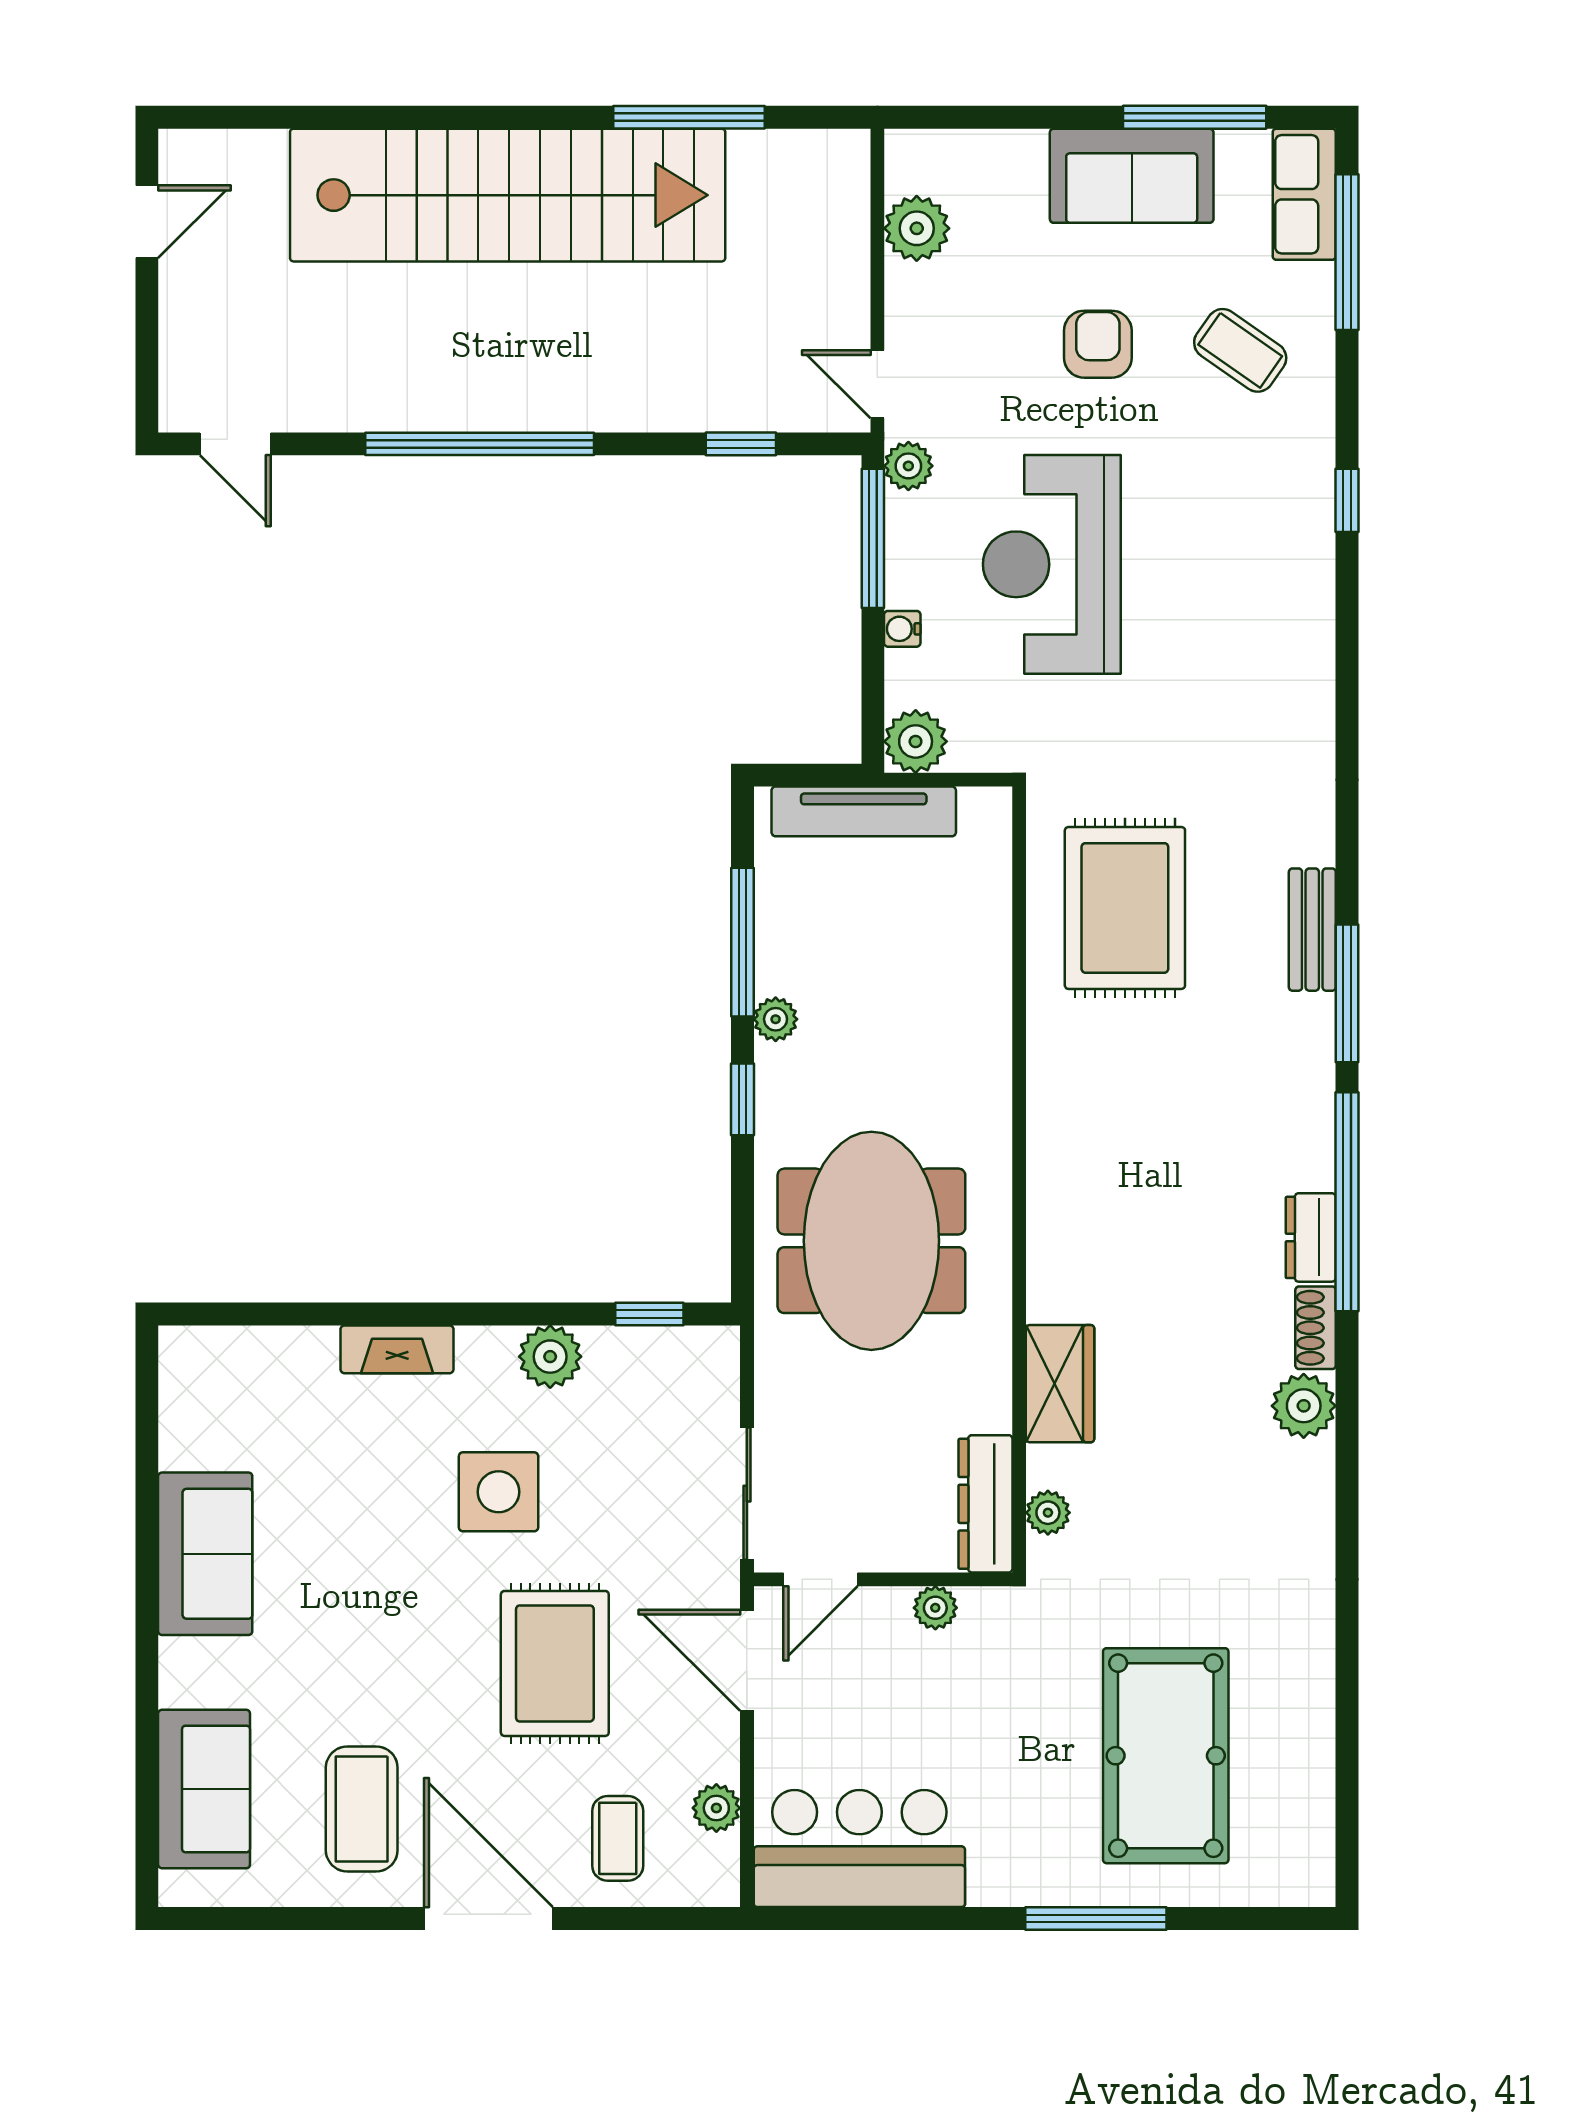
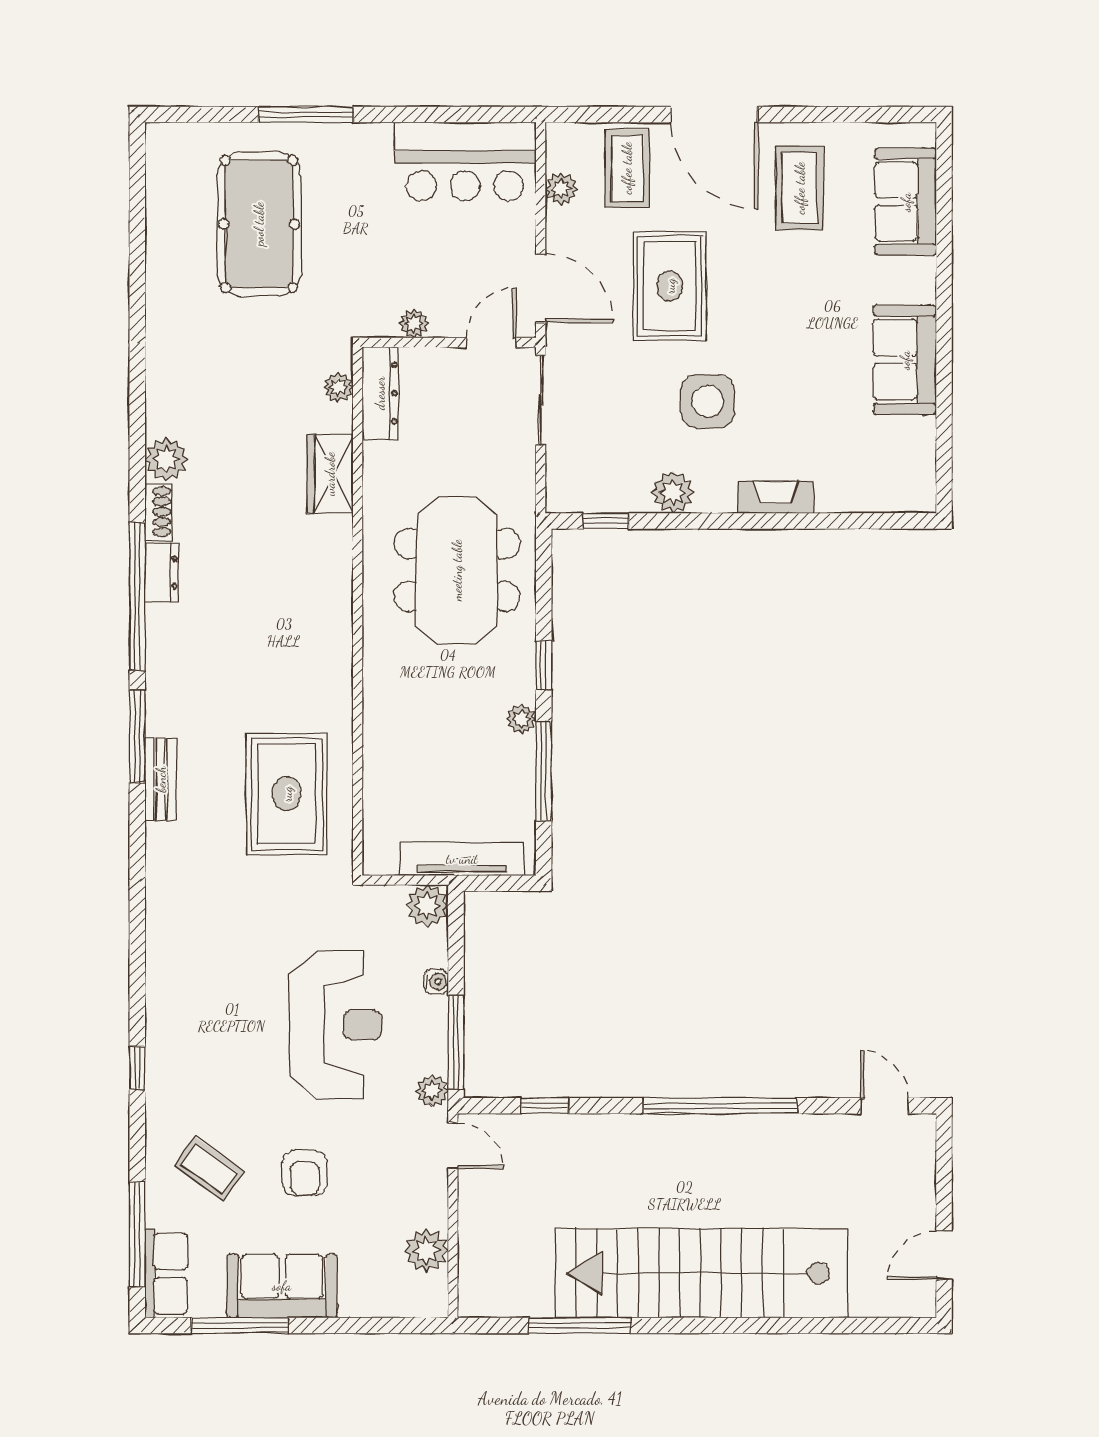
coffee table: (618, 1838) -> (627, 168), width x1.36, depth x1.30

